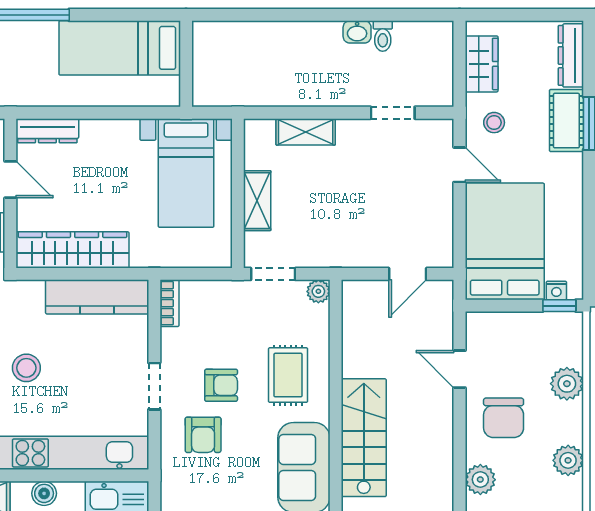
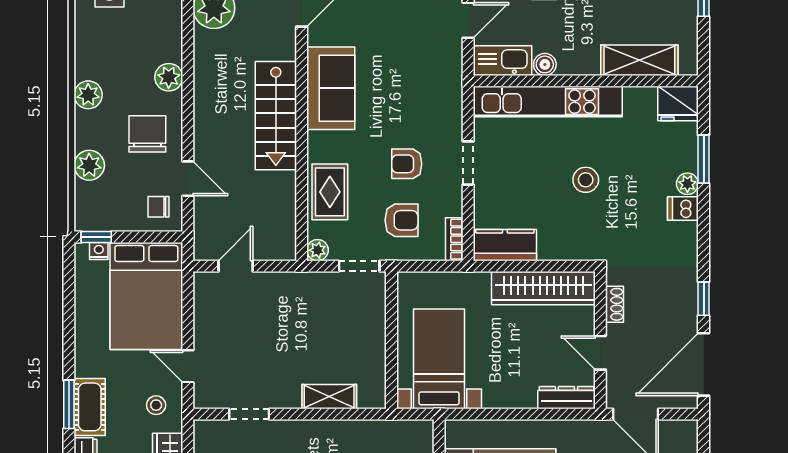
shelving: (257, 201) -> (374, 333), removed
kitchen counter: (97, 297) -> (505, 245), width x0.67
chair: (491, 339) -> (158, 207), added
rug: (288, 375) -> (330, 192), moved
armchair: (203, 435) -> (401, 220), moved, turned 90
boiler: (44, 493) -> (545, 64), moved

